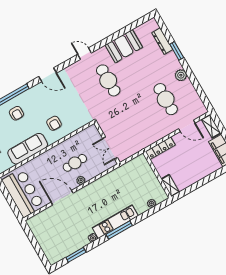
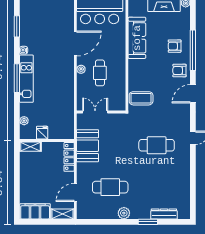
booth: (124, 46) -> (88, 146), moved
coffee table: (76, 116) -> (141, 98), added
armchair: (54, 123) -> (179, 71), moved
fridge: (153, 183) -> (42, 133), added

